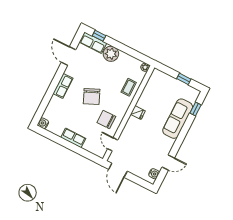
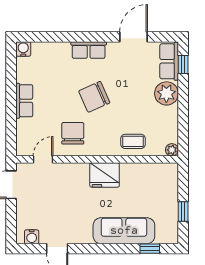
fridge: (138, 113) -> (105, 175), width x1.88, depth x1.34

